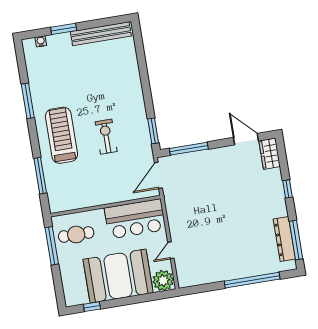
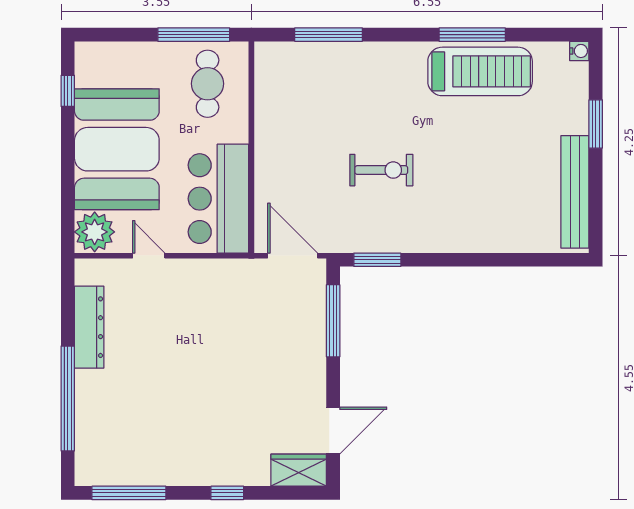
water cooler: (41, 41) -> (579, 51), moved
treadmill: (61, 135) -> (480, 71), moved
dresser: (284, 239) -> (89, 327), moved, turned 90

